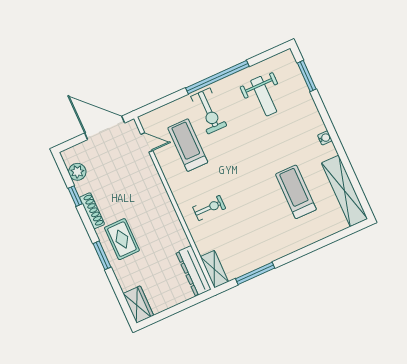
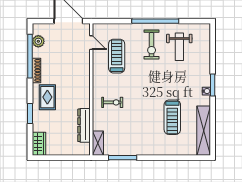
window: (307, 76) -> (213, 85), moved
exercise bike: (209, 111) -> (152, 45), moved
treadmill: (296, 192) -> (172, 117), turned 180
window: (75, 196) -> (30, 56), width x3.17
window: (102, 255) -> (30, 113), moved
dresser: (194, 271) -> (84, 125), moved

